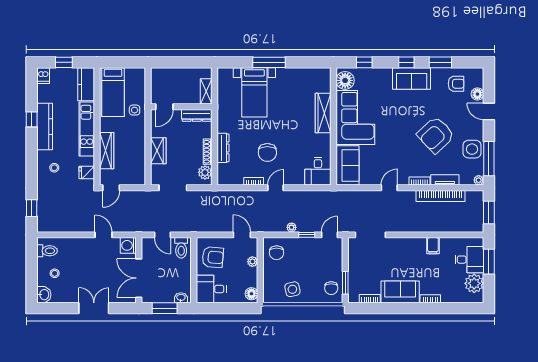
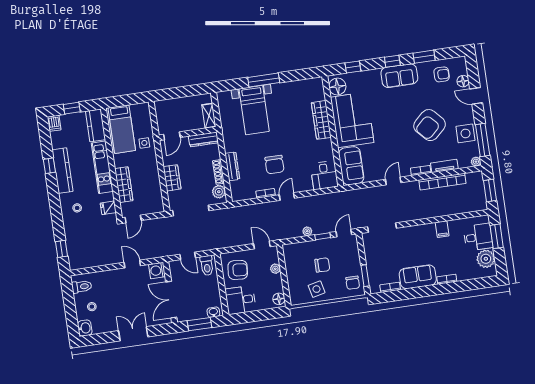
doorway: (173, 188) -> (191, 211), width x1.36
chair: (277, 253) -> (322, 265), moved, turned -90

